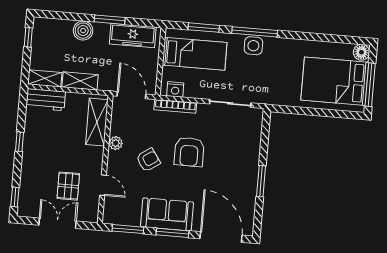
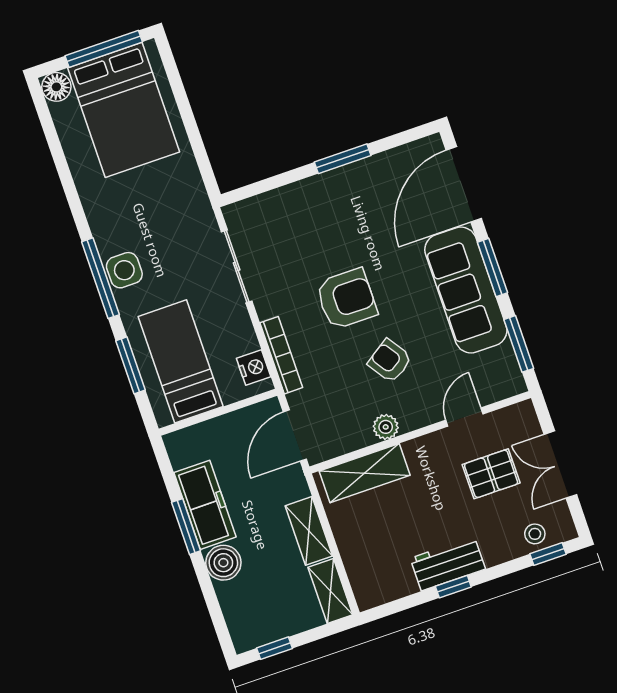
freezer: (133, 35) -> (205, 505), moved
workbench: (46, 100) -> (448, 564), moved, turned -90
stool: (28, 195) -> (535, 534), added
sofa: (167, 214) -> (466, 290), width x1.36

